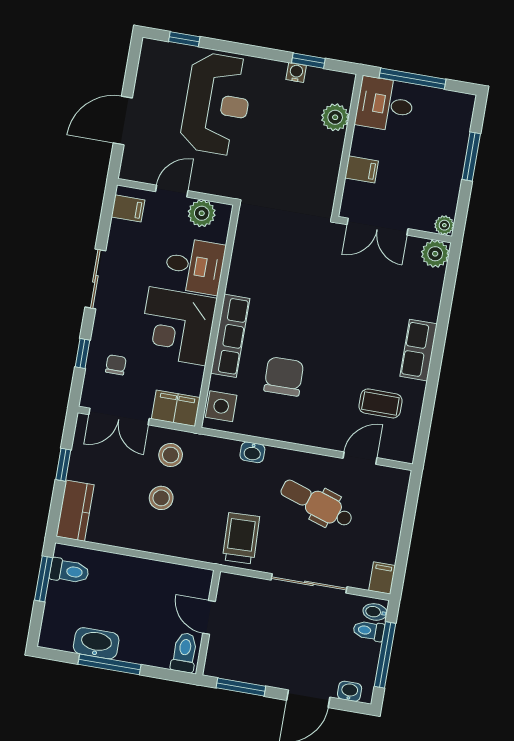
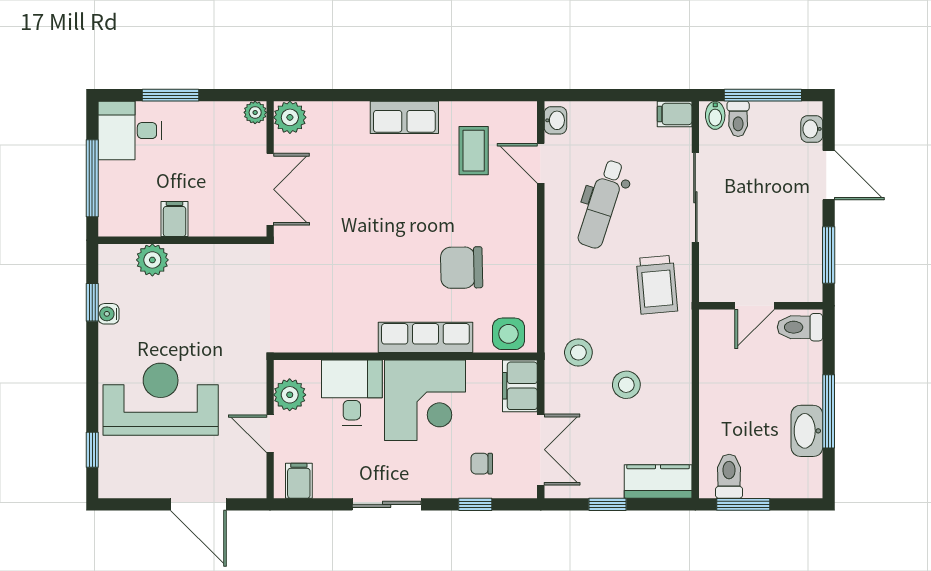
desk: (385, 104) -> (130, 131), moved, turned 90
filing cabinet: (362, 169) -> (175, 219), moved
washbasin: (252, 452) -> (555, 120), moved
stool: (171, 455) -> (578, 352), moved
trolley: (241, 538) -> (657, 285), turned -93

